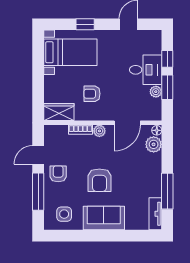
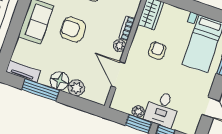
floor lamp: (157, 130) -> (59, 81), moved, width x1.89, depth x1.89
plant: (154, 144) -> (76, 88), moved

